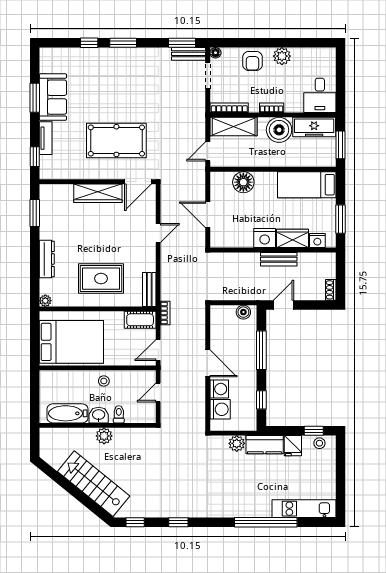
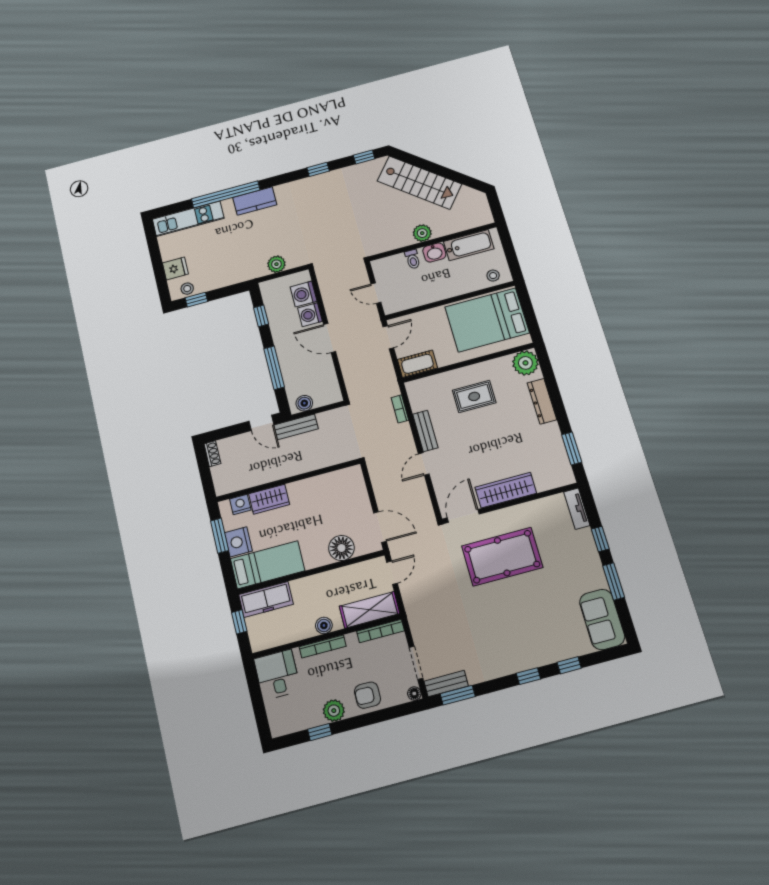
window: (123, 43) -> (528, 676), width x0.67
window: (297, 43) -> (320, 732), added
armchair: (252, 61) -> (367, 695), turned -89
sofa: (53, 97) -> (602, 619), moved
bookcase: (272, 108) -> (323, 647), width x1.56
freezer: (314, 127) -> (266, 599), moved, turned 180
boiler: (279, 130) -> (324, 625), width x0.54, depth x0.54
tv unit: (46, 138) -> (577, 509), moved
window: (341, 145) -> (239, 622), width x0.67
window: (35, 157) -> (600, 539), moved
door: (208, 215) -> (380, 527), moved
nightstand: (265, 238) -> (238, 542), moved, turned -90
bench: (279, 259) -> (296, 427), moved
rug: (101, 279) -> (474, 396), width x0.73, depth x0.70
bench: (149, 289) -> (425, 431), moved
plant: (45, 301) -> (525, 363), width x1.88, depth x1.88
door: (284, 305) -> (261, 423), hinge flipped
bookcase: (165, 313) -> (400, 409), moved
stool: (104, 381) -> (493, 276), moved
door: (158, 392) -> (376, 293), swing flipped
kitchen counter: (265, 445) -> (255, 201), moved, turned 180
fridge: (293, 446) -> (175, 268), moved, turned 90

